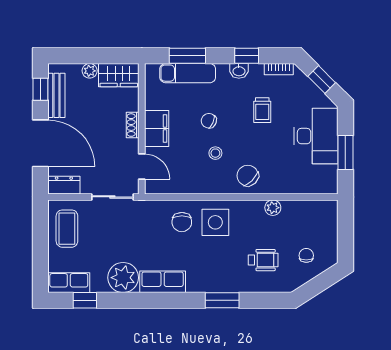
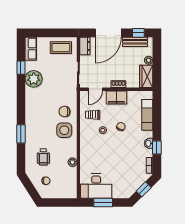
window: (187, 56) -> (157, 115), removed
trolley: (262, 110) -> (93, 115), moved
desk: (316, 136) -> (96, 186), moved
chair: (248, 176) -> (90, 148), removed
row of seats: (163, 282) -> (31, 101), removed
window: (85, 300) -> (21, 68), moved

